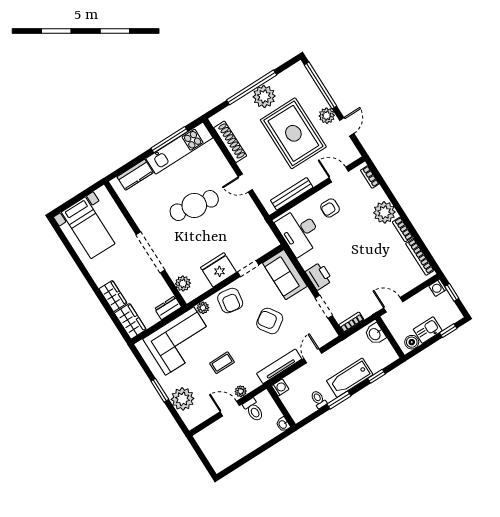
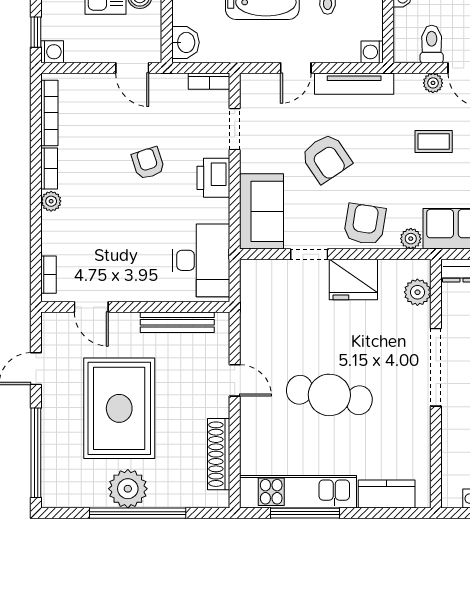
plant: (327, 116) -> (55, 403), removed
armchair: (330, 208) -> (148, 163), moved, turned -108
plant: (384, 212) -> (51, 201), width x0.53, depth x0.53

